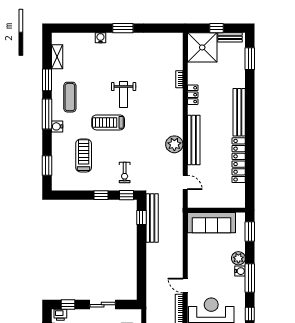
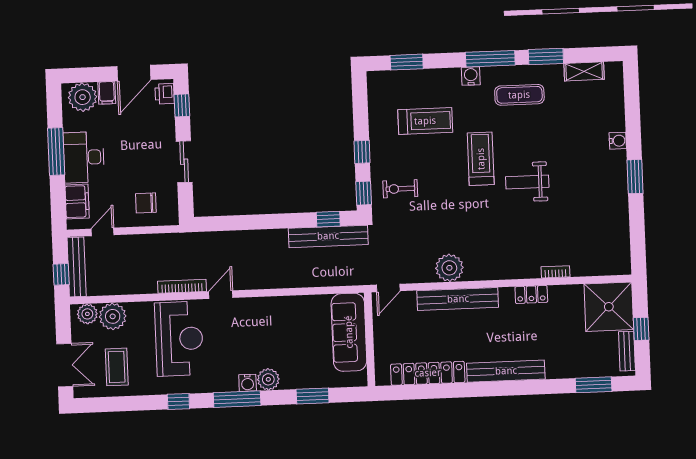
wall: (216, 210) -> (369, 339), moved
sofa: (211, 223) -> (349, 332), moved

